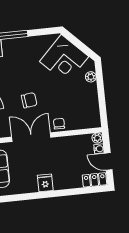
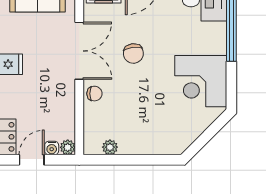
corner desk: (64, 59) -> (201, 81), moved, turned -45
plant: (91, 77) -> (110, 147), moved

